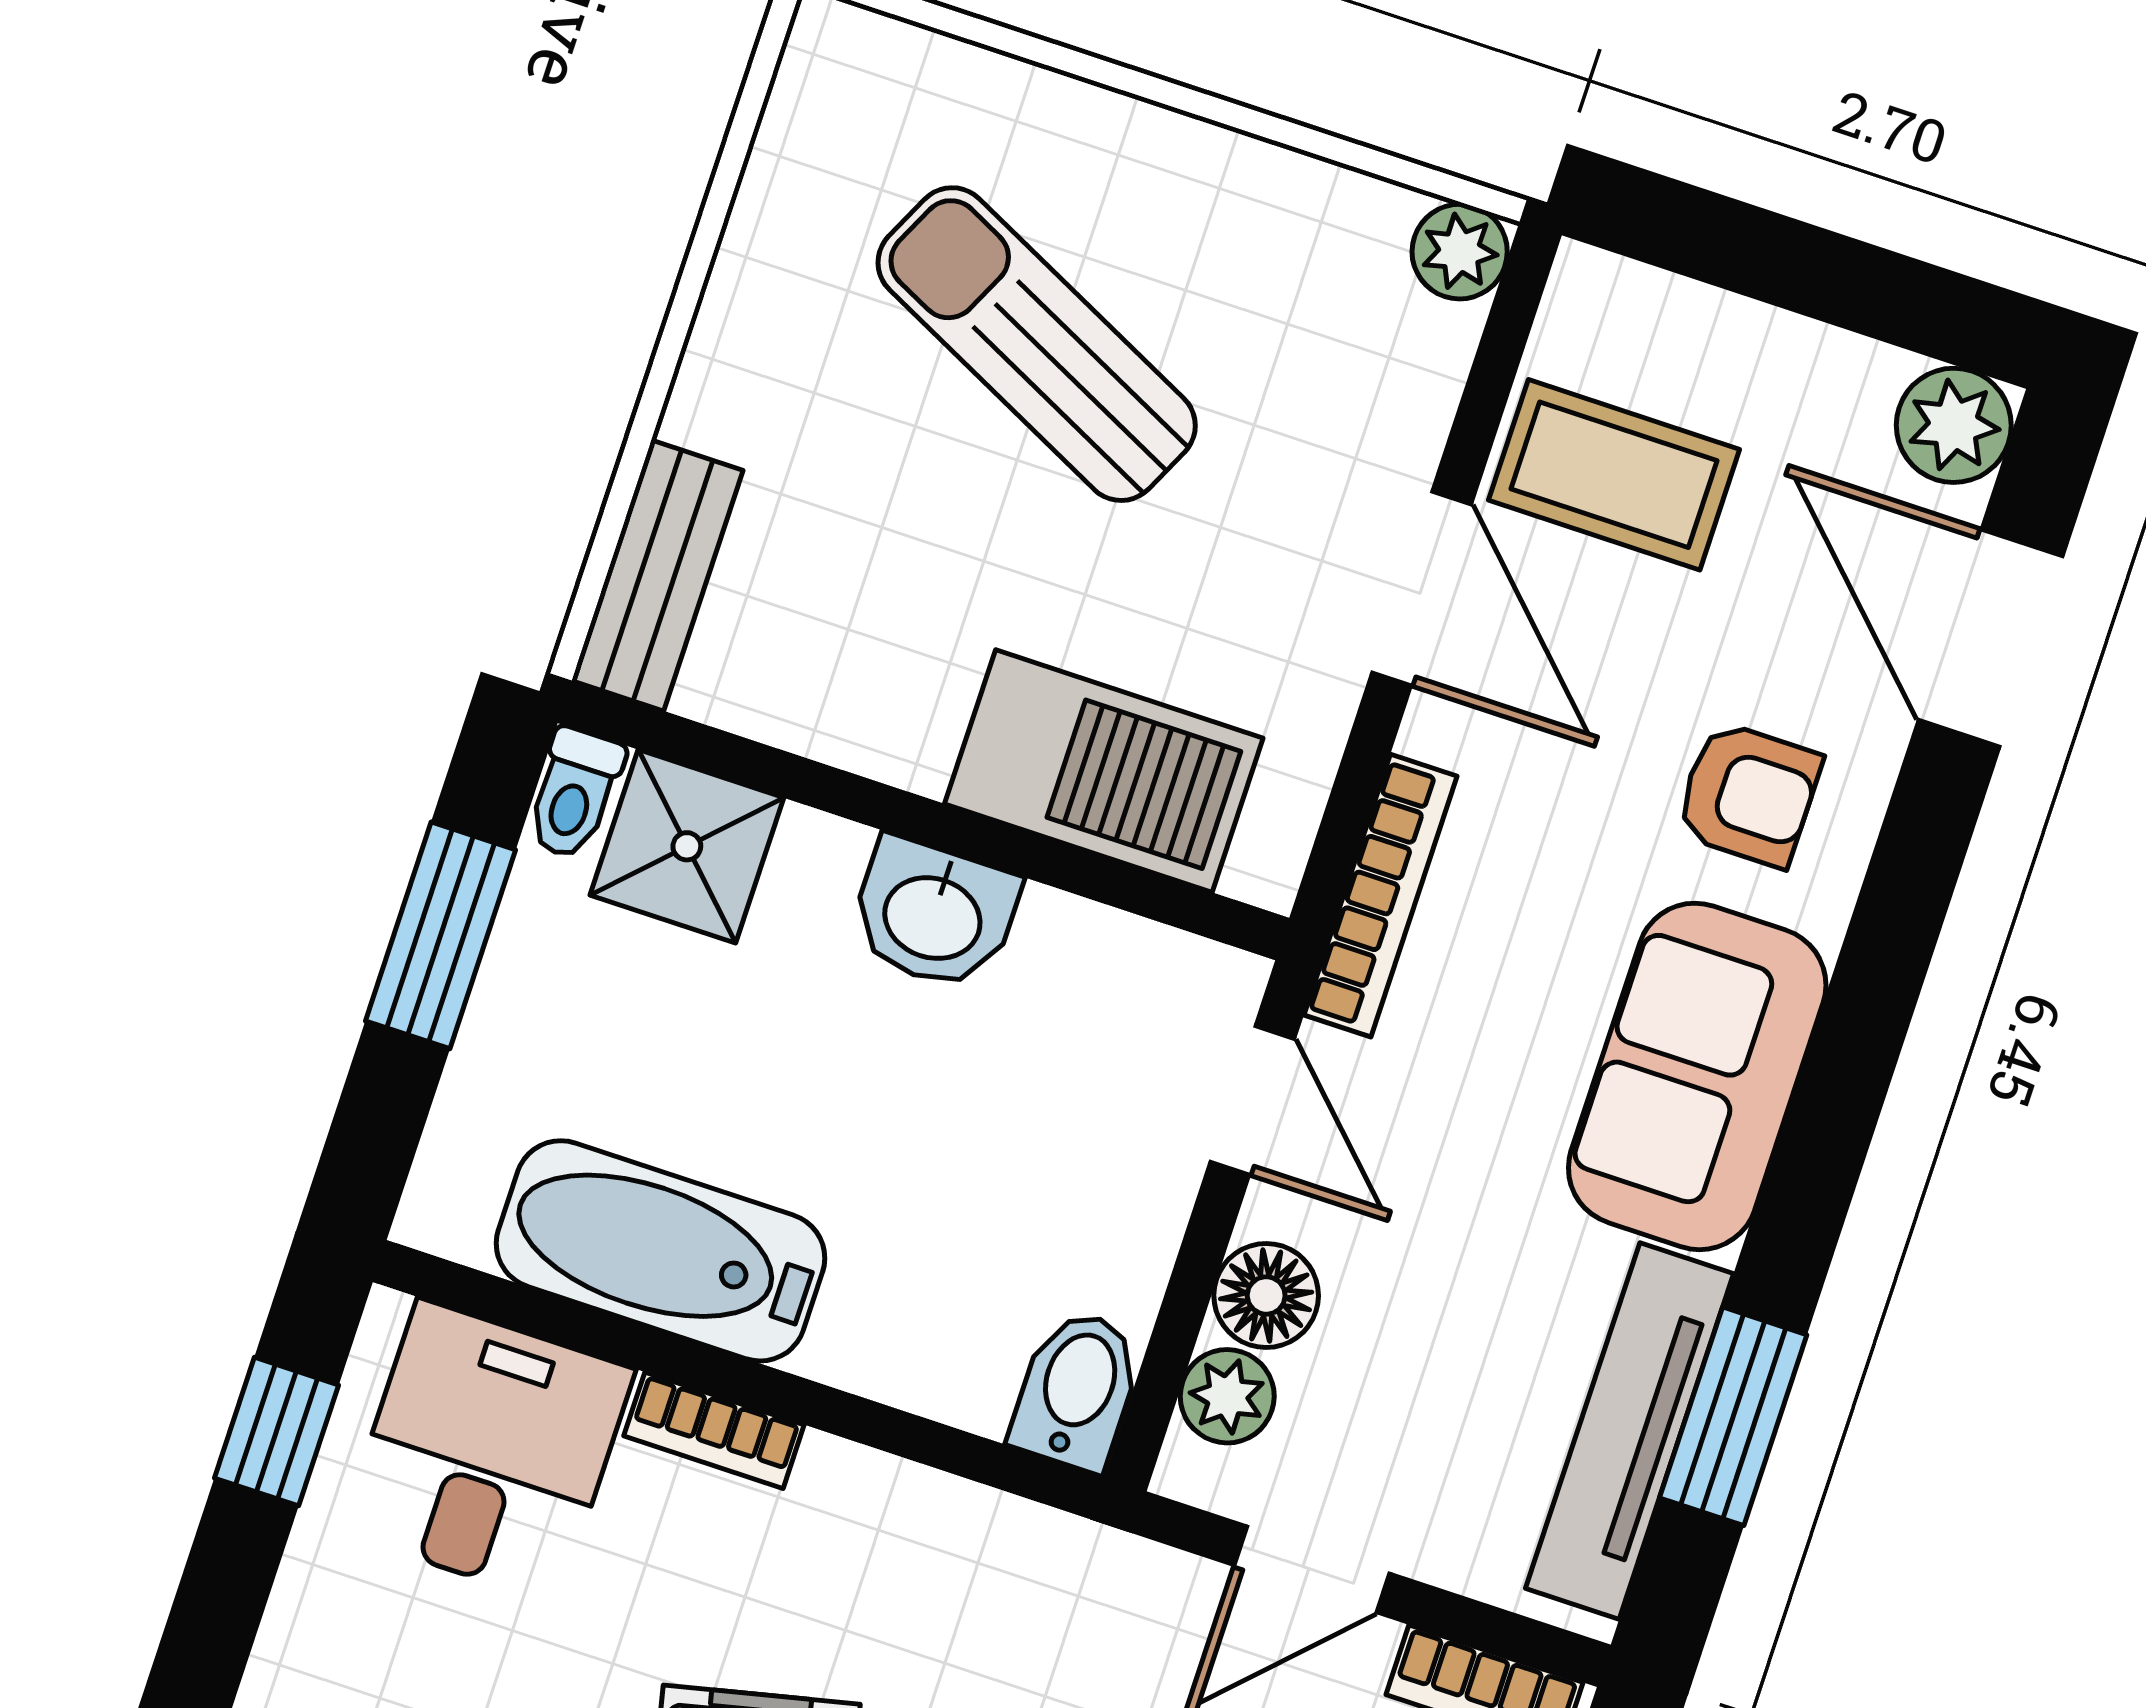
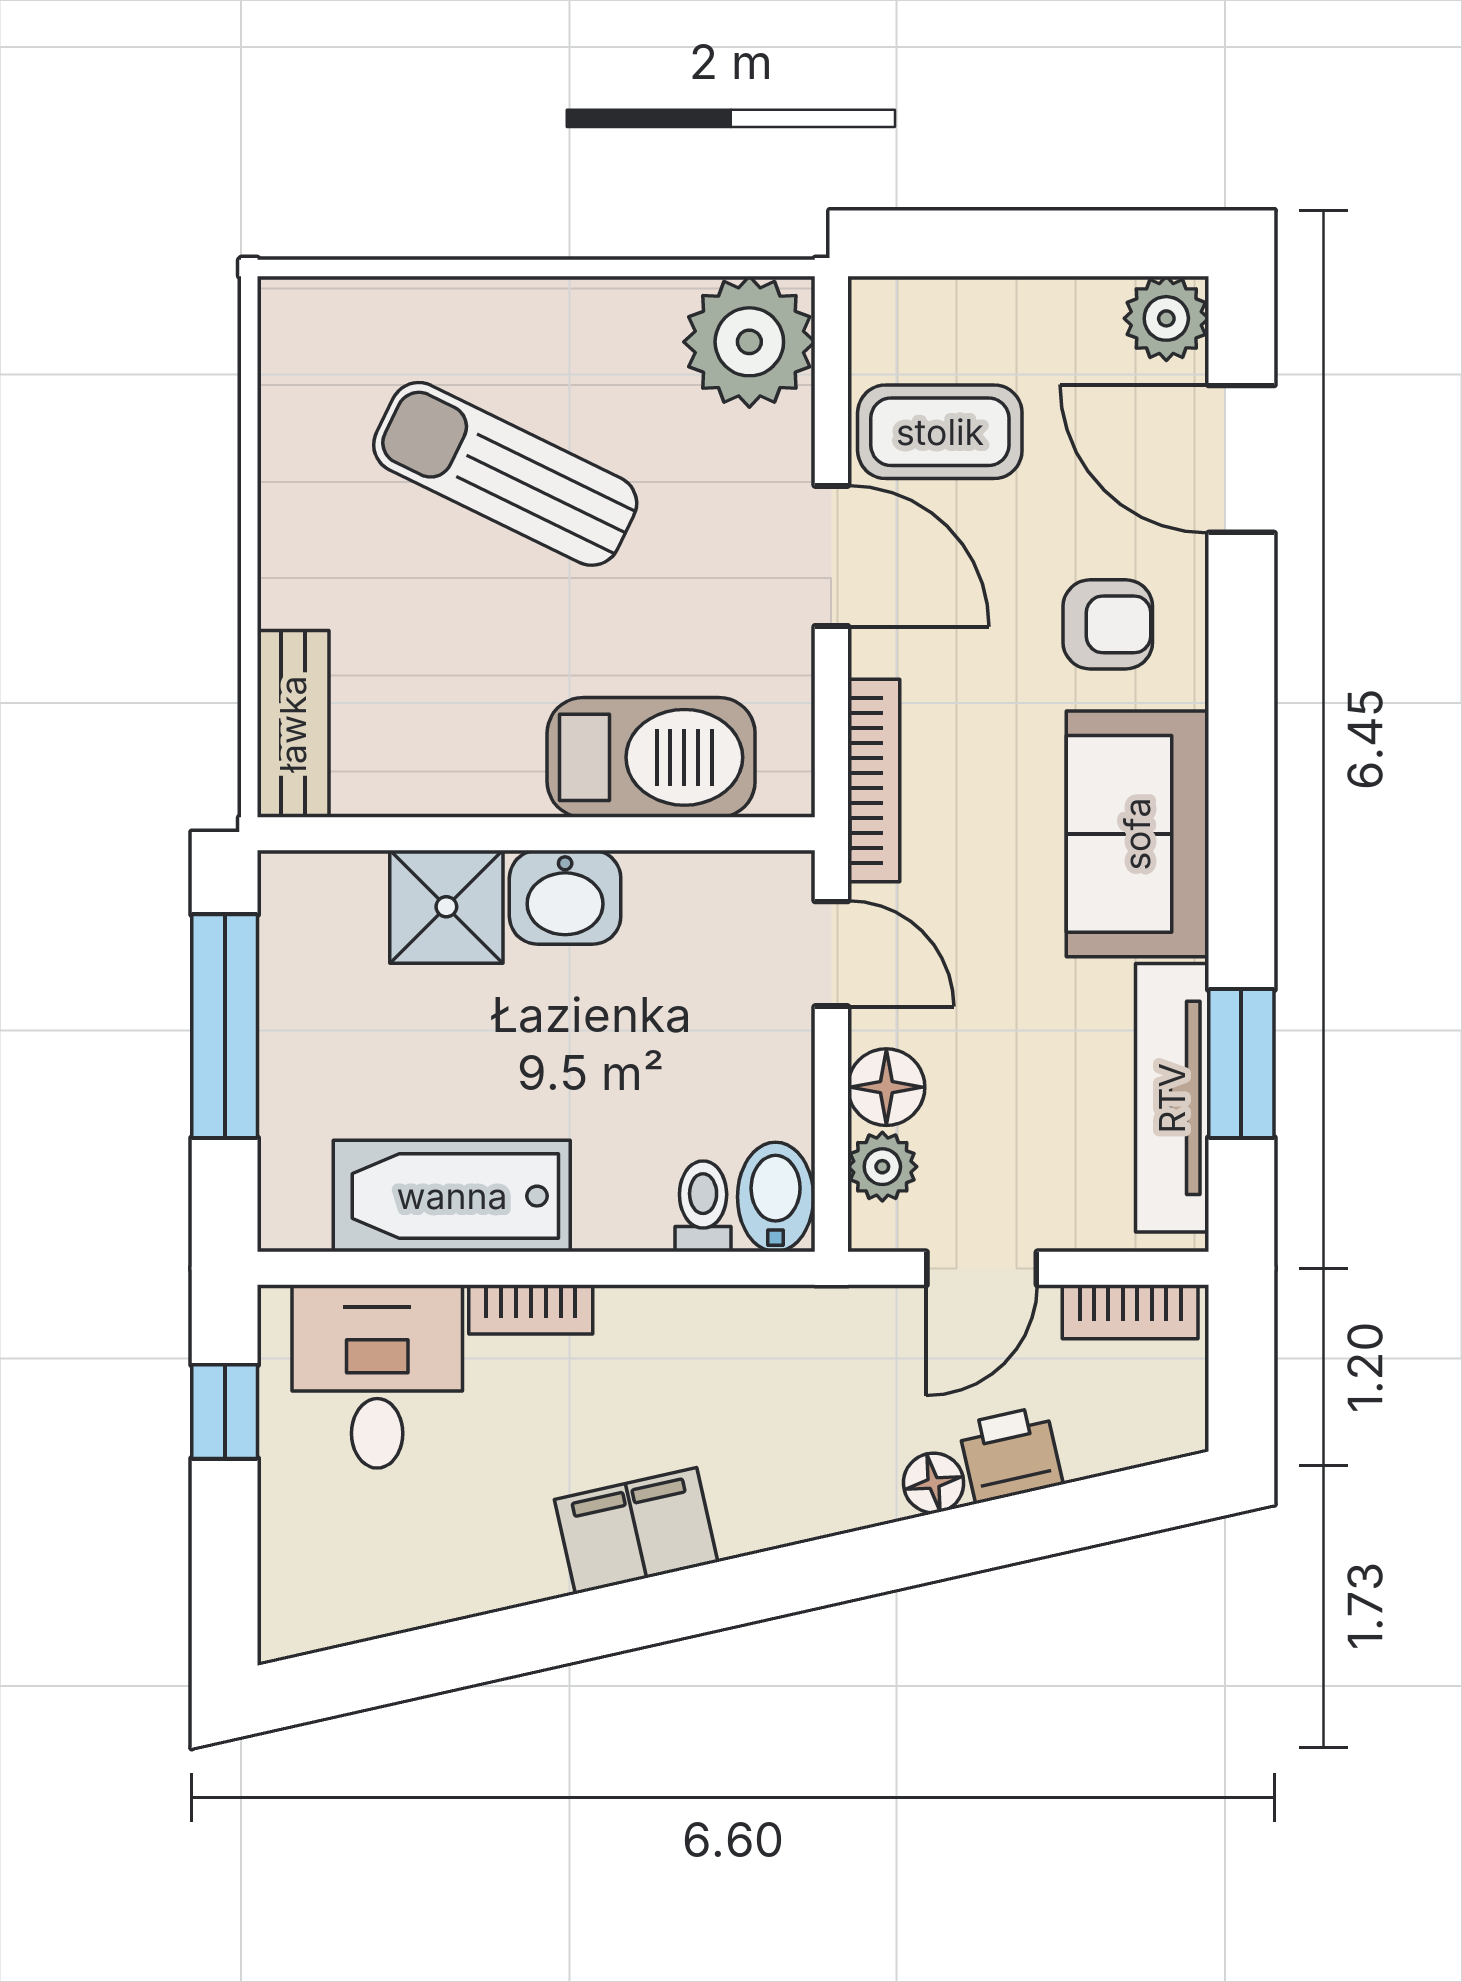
plant: (1460, 252) -> (749, 342), width x1.88, depth x1.88
toilet: (574, 793) -> (703, 1206), moved, turned 180
shower: (687, 846) -> (446, 907), moved
window: (441, 935) -> (225, 1026), width x1.44

